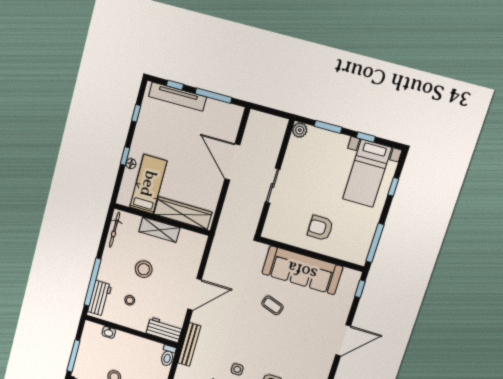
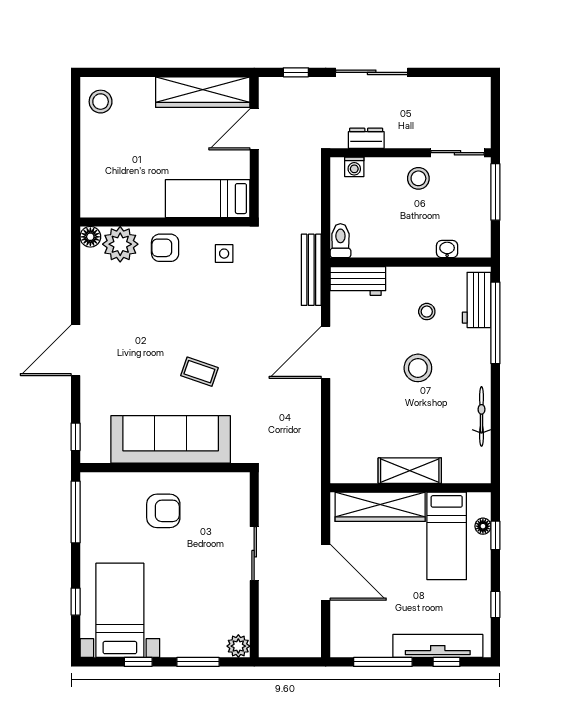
bed: (148, 184) -> (447, 536), moved
wardrobe: (183, 213) -> (380, 507), moved
wall: (162, 219) -> (411, 488), moved
shelving: (159, 230) -> (410, 471), moved

